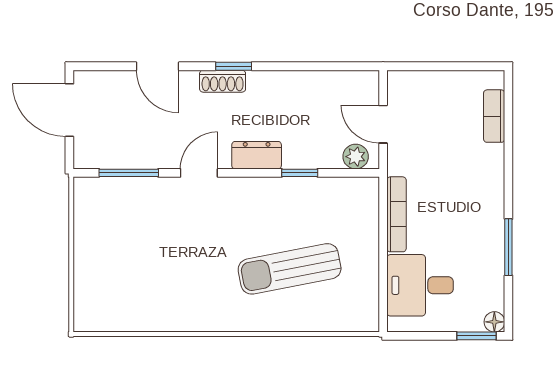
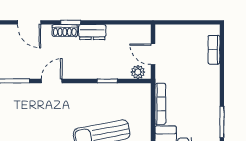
dresser: (257, 155) -> (92, 32), moved, turned 180

